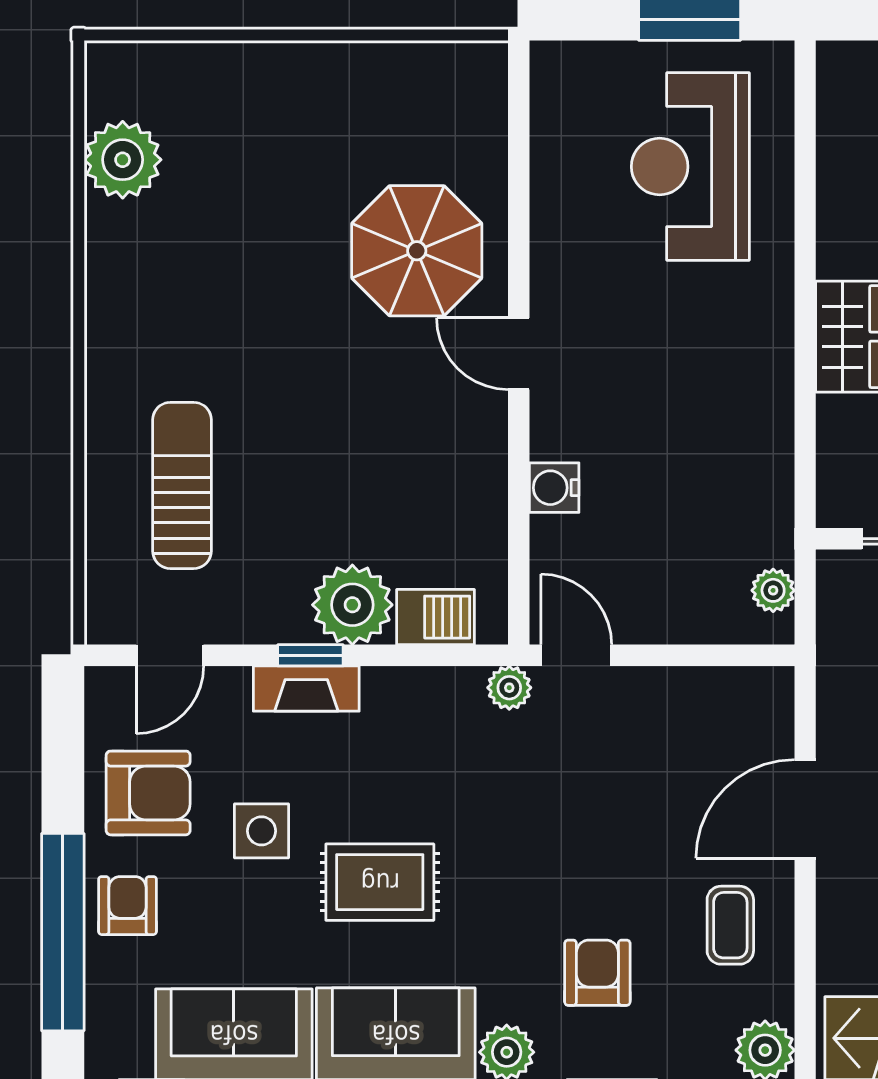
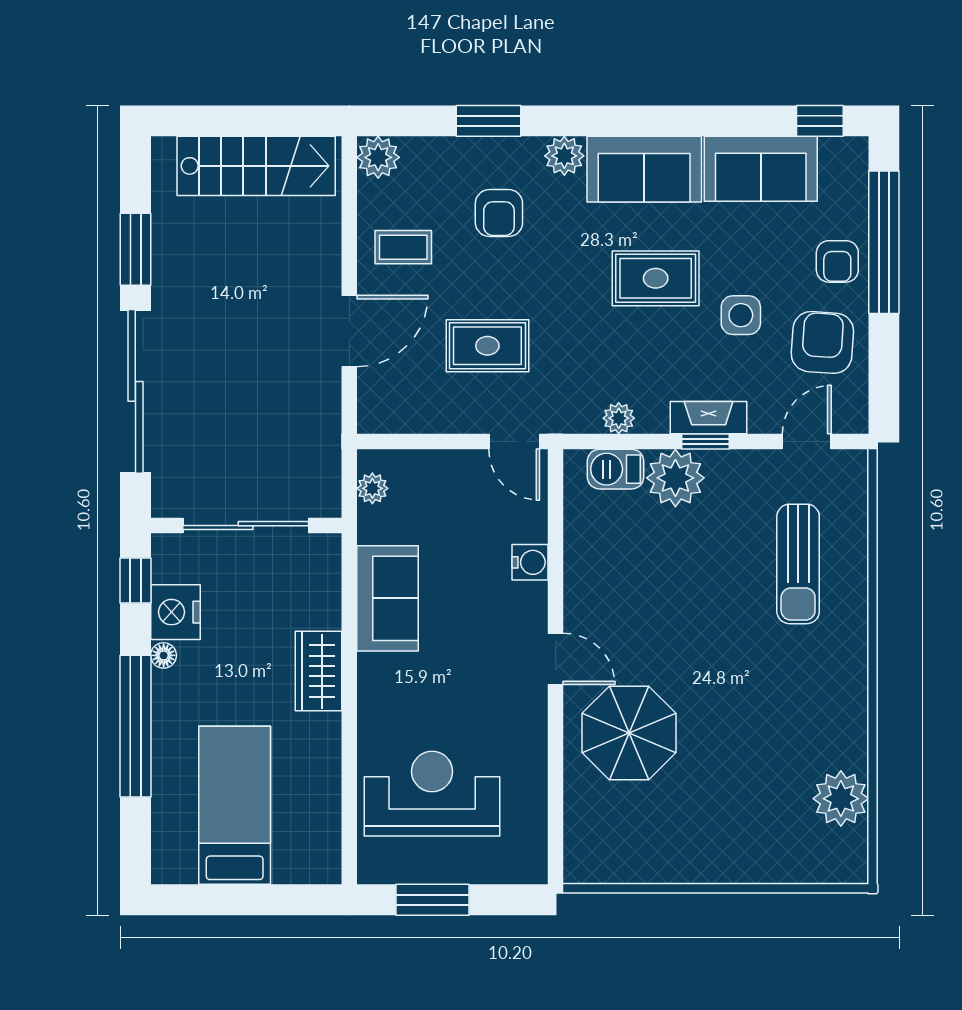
reception desk: (690, 167) -> (432, 794), turned -90
sofa: (752, 438) -> (387, 598), added
plant: (509, 688) -> (619, 418), moved
rug: (613, 788) -> (487, 346), added
armchair: (148, 793) -> (822, 342), turned 94
coffee table: (730, 925) -> (403, 247), turned 90

